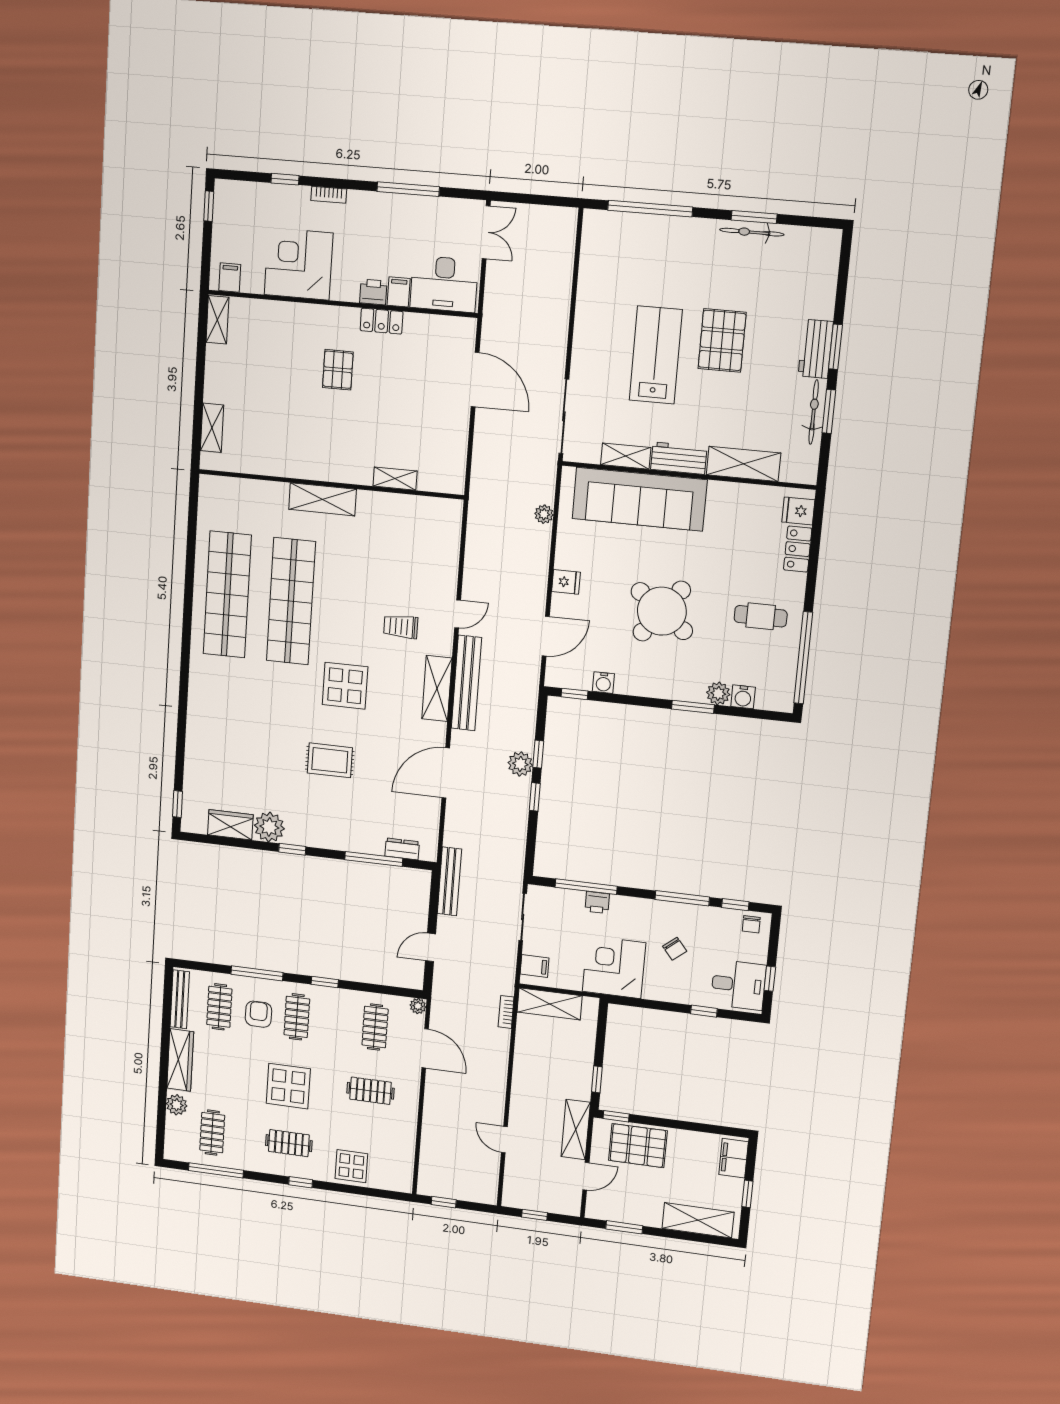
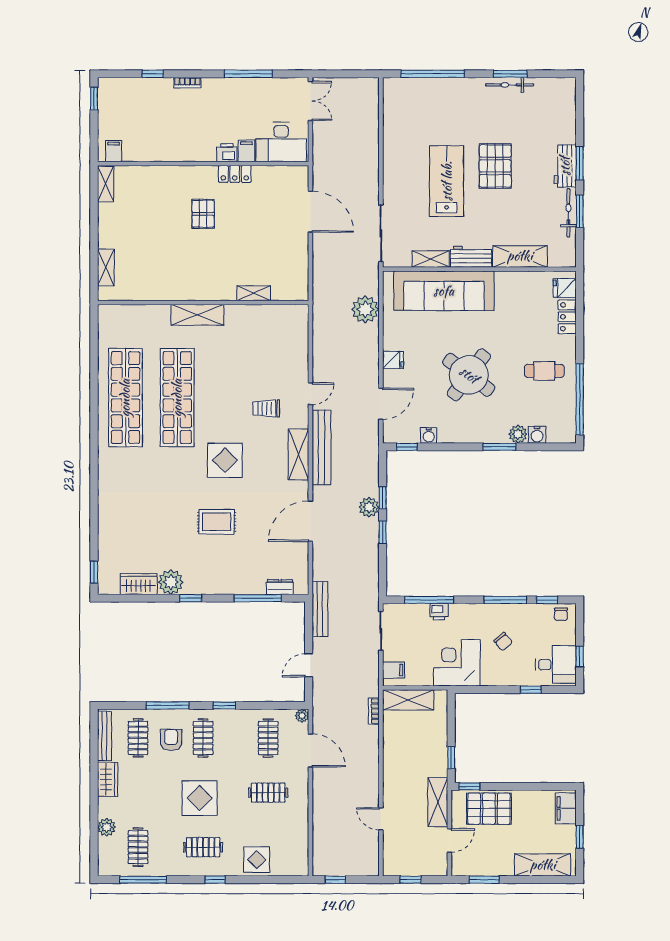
corner desk: (299, 264) -> (167, 136), removed
plant: (544, 514) -> (365, 309), width x1.87, depth x1.87
wardrobe: (180, 1060) -> (108, 779), width x0.67

